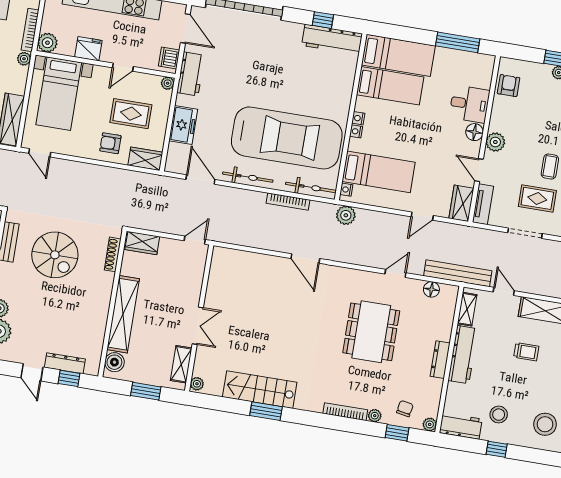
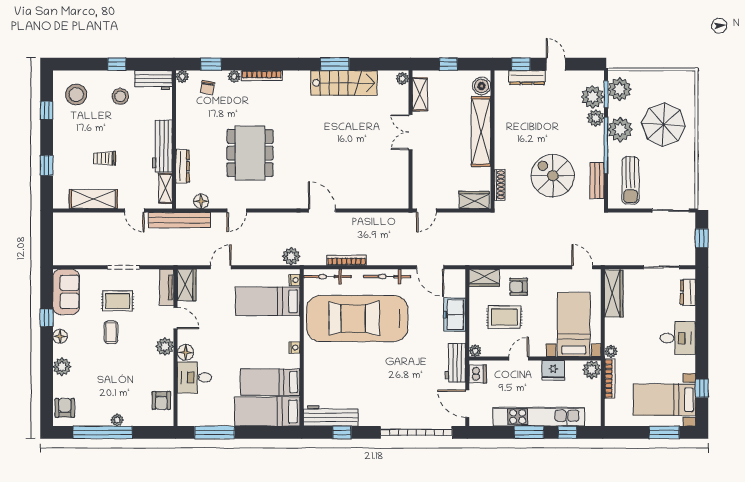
nightstand: (356, 131) -> (295, 335), removed
armchair: (110, 143) -> (519, 287), turned 180
dresser: (440, 360) -> (183, 166), moved
window: (146, 391) -> (448, 64), width x0.67

